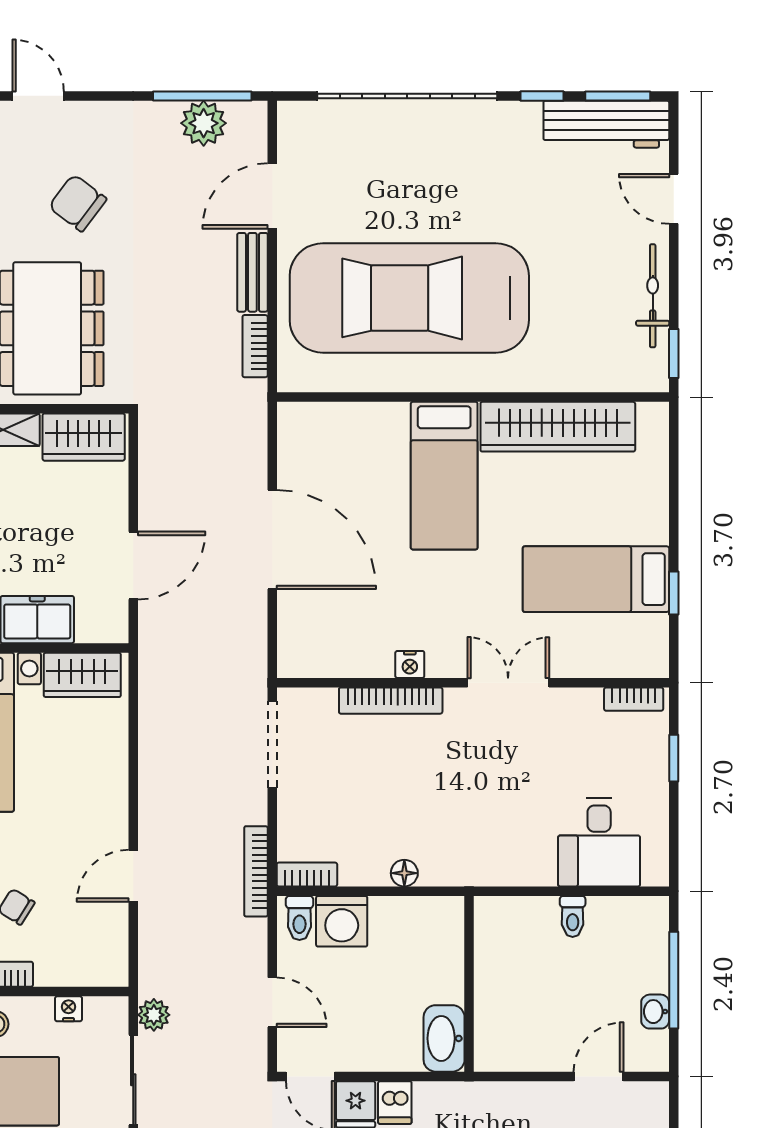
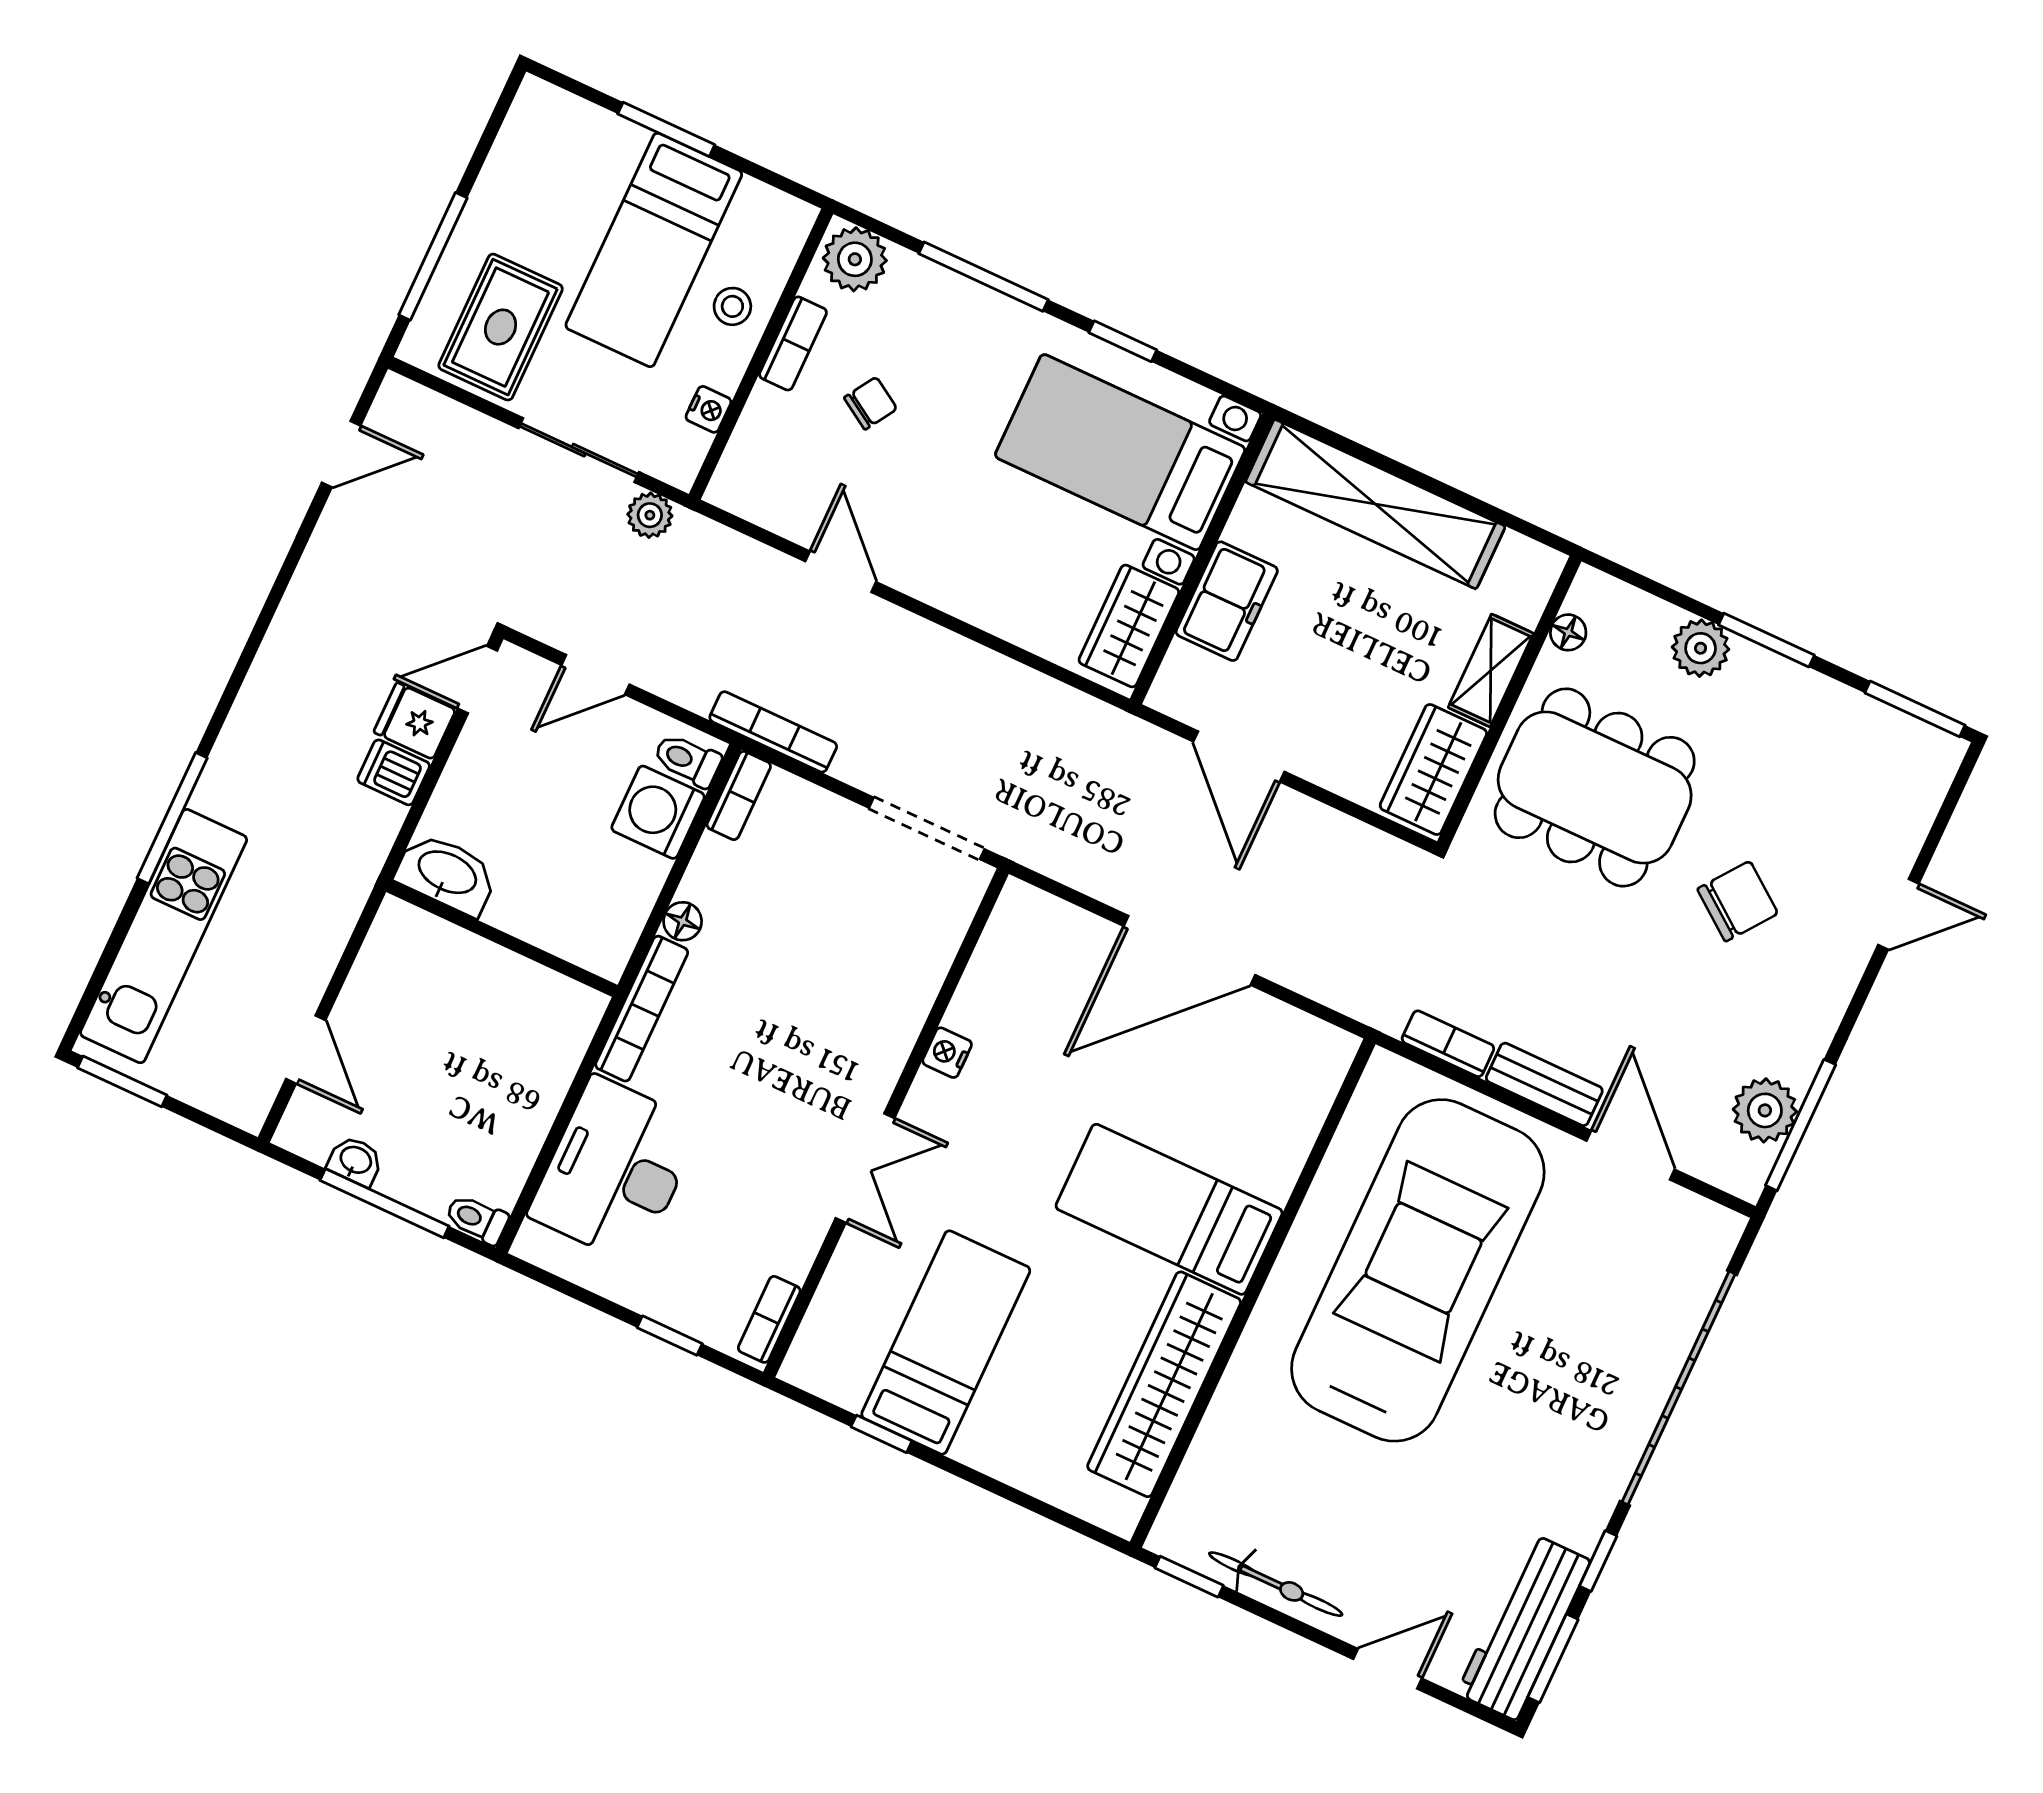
bookcase: (391, 701) -> (642, 1009), moved, turned 180
desk: (599, 842) -> (615, 1170), width x1.37
toilet: (573, 916) -> (477, 1219), moved

